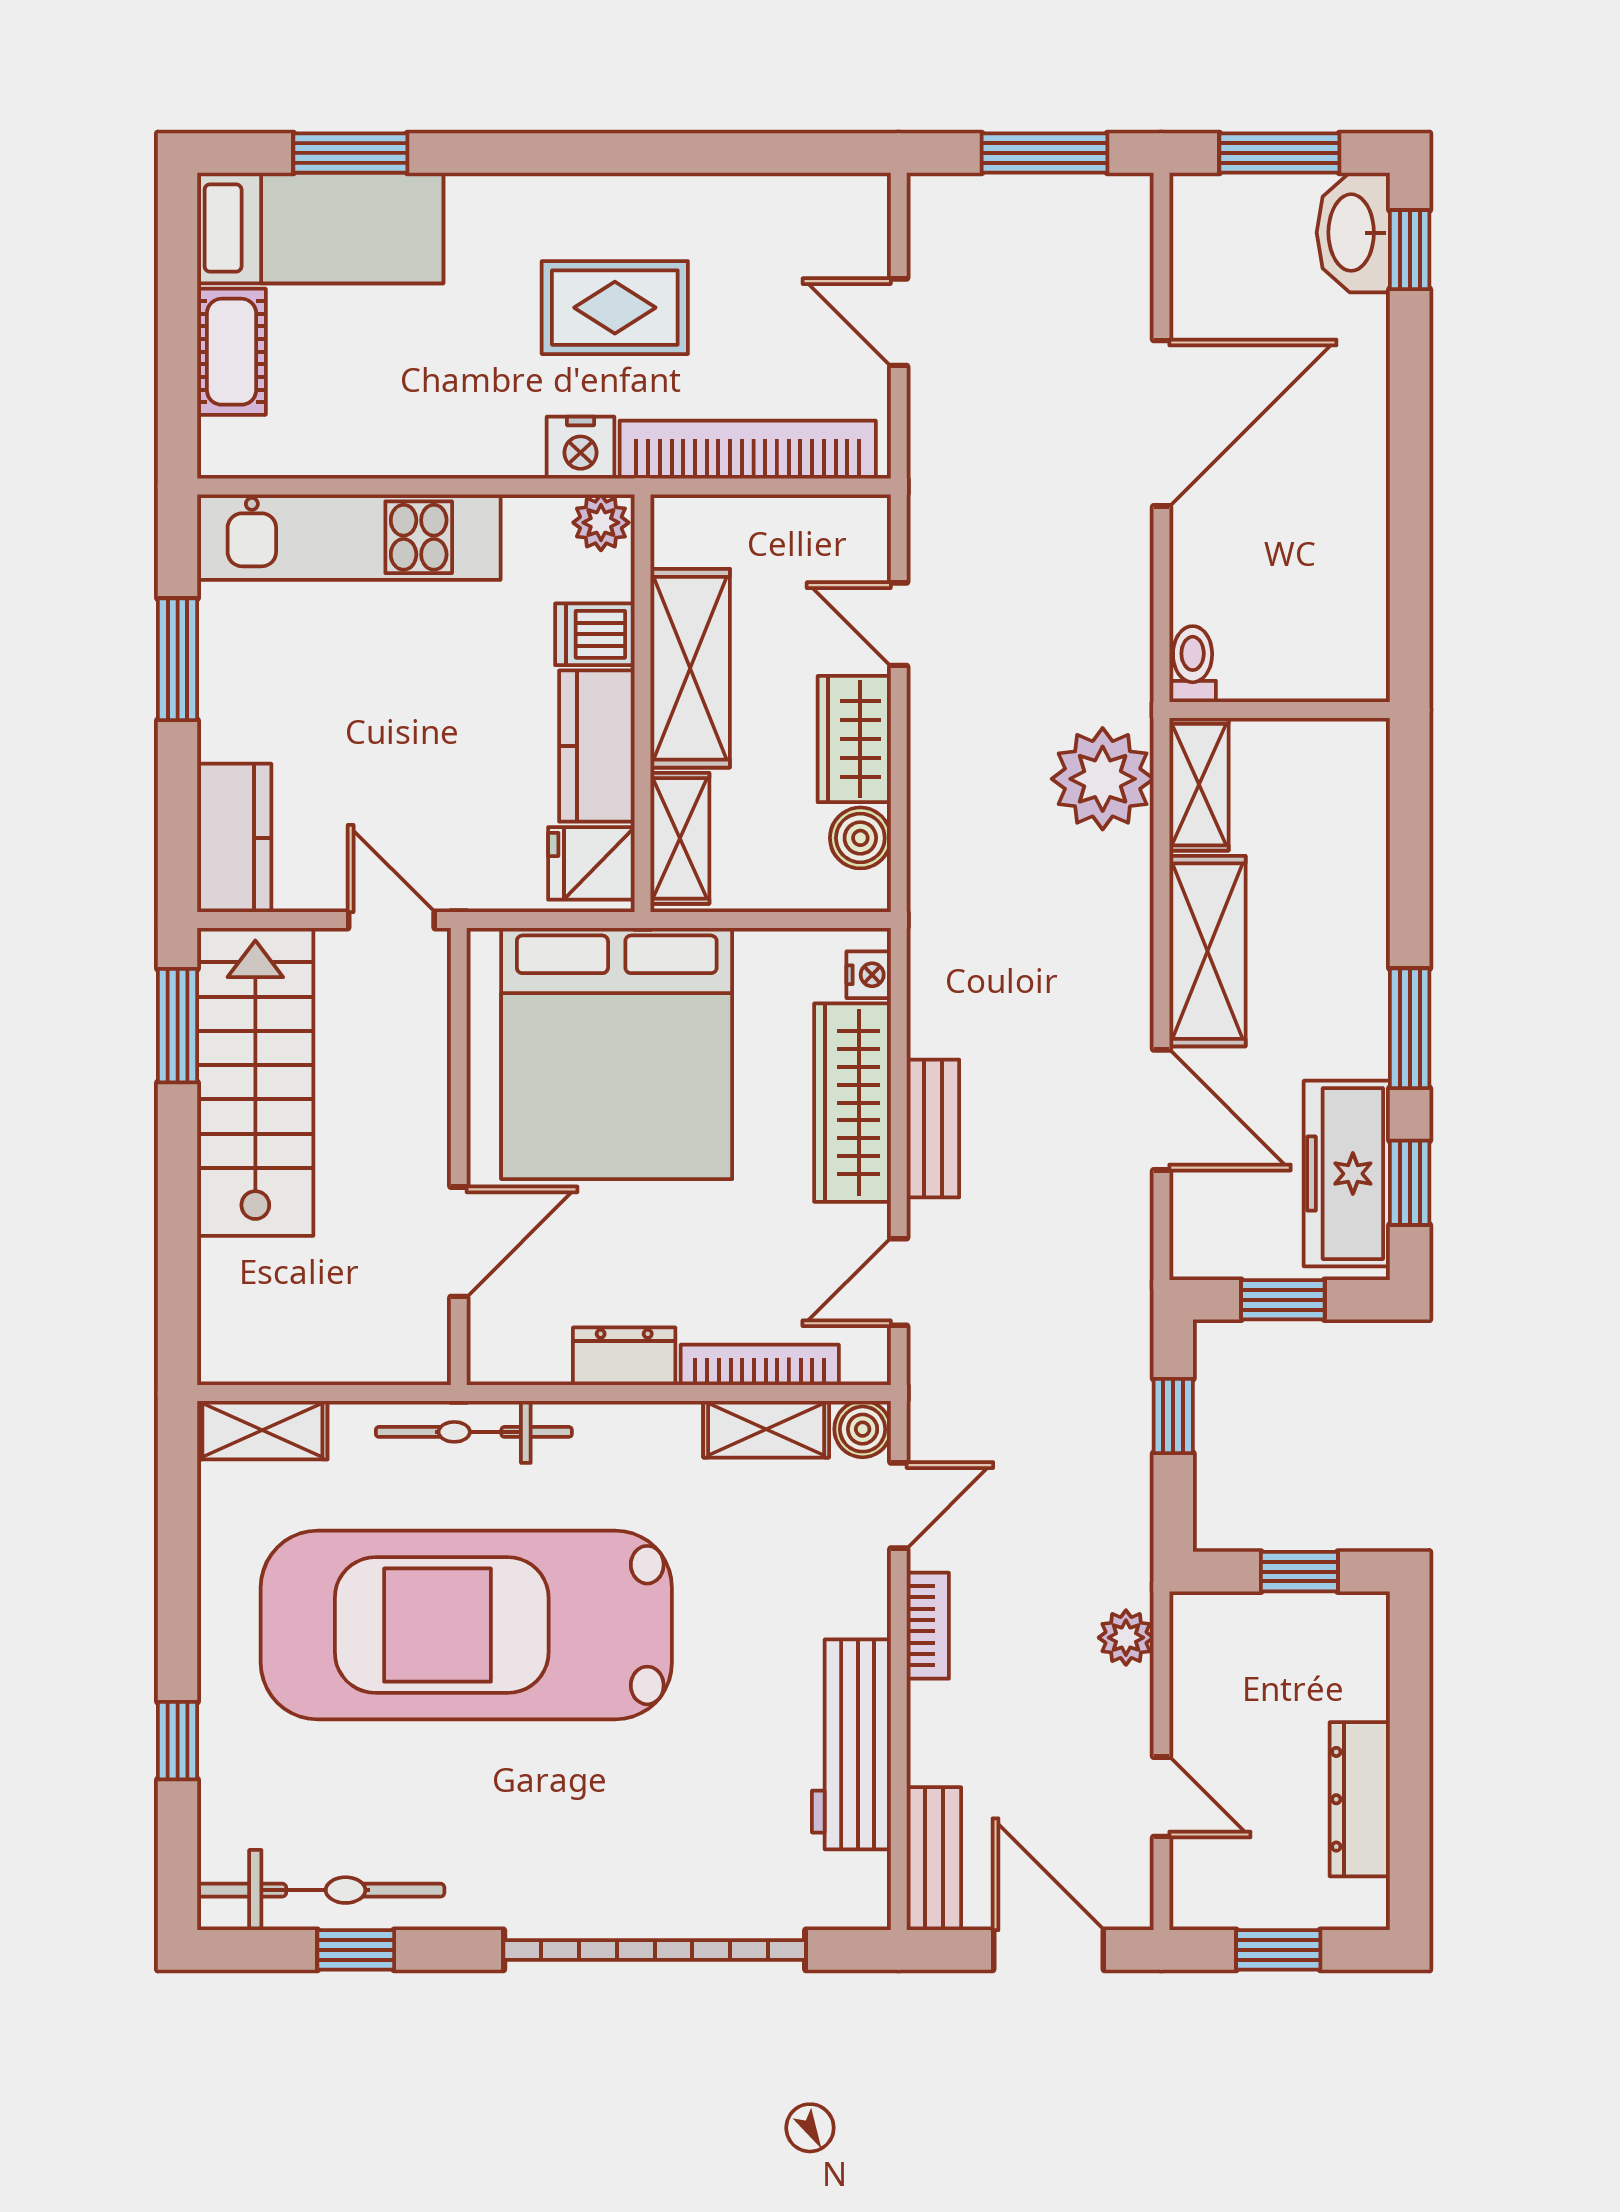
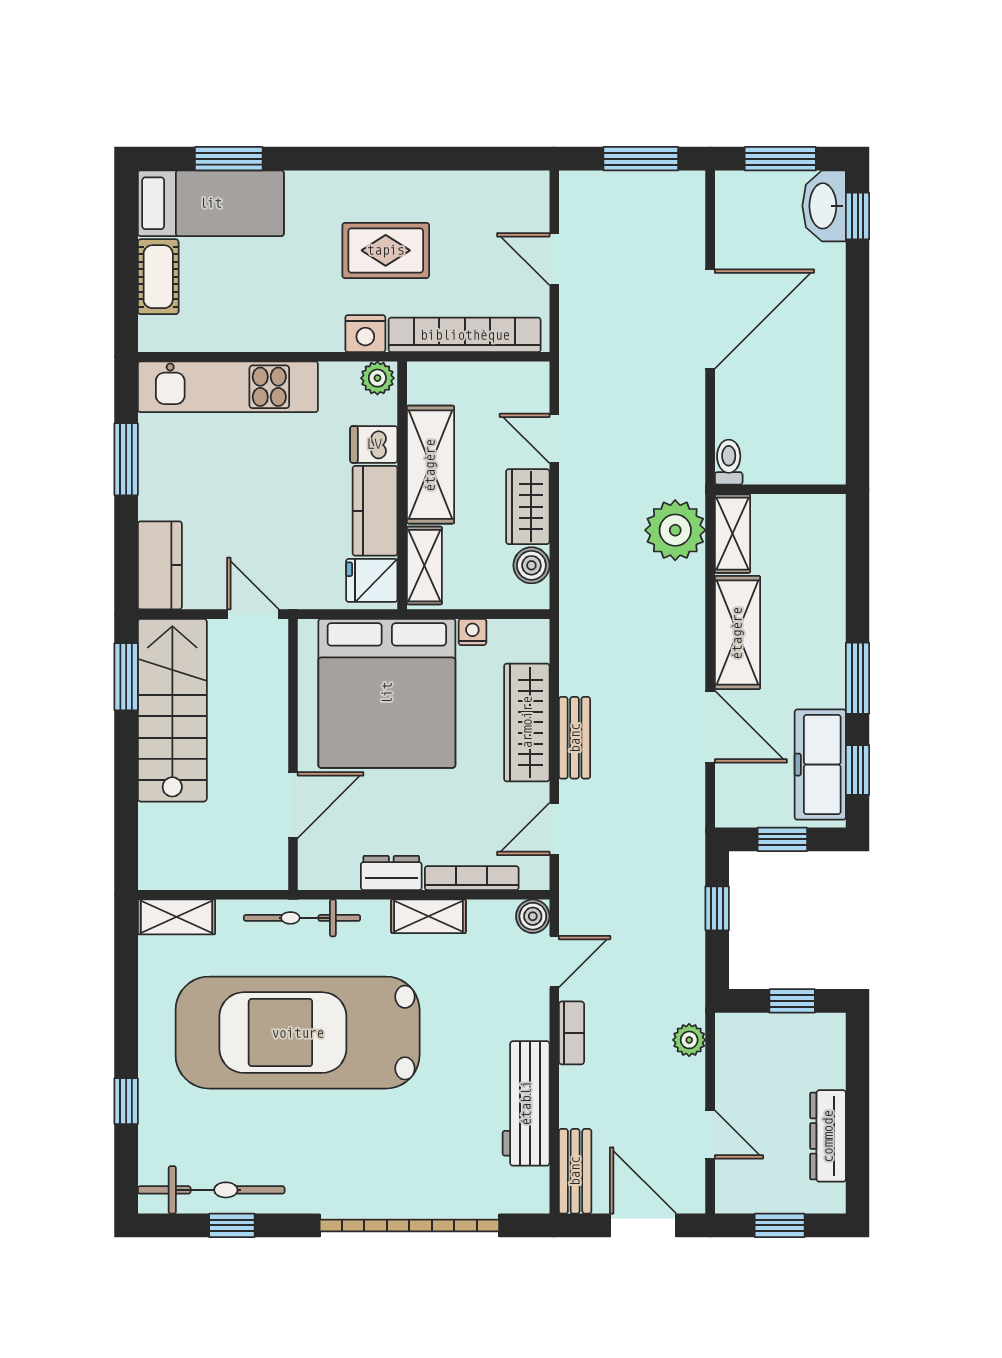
nightstand: (869, 975) -> (472, 632), moved, turned -90
shelving: (766, 1429) -> (429, 916), moved

